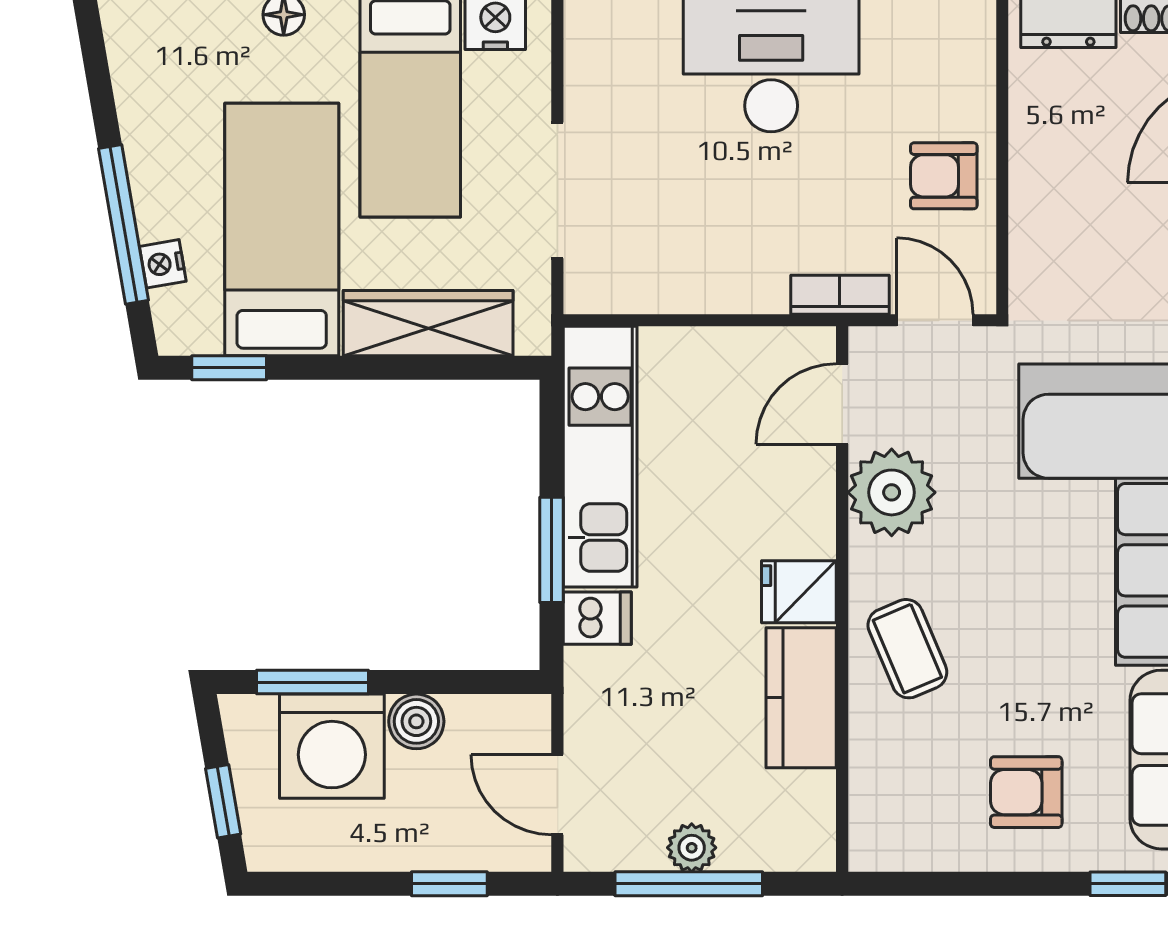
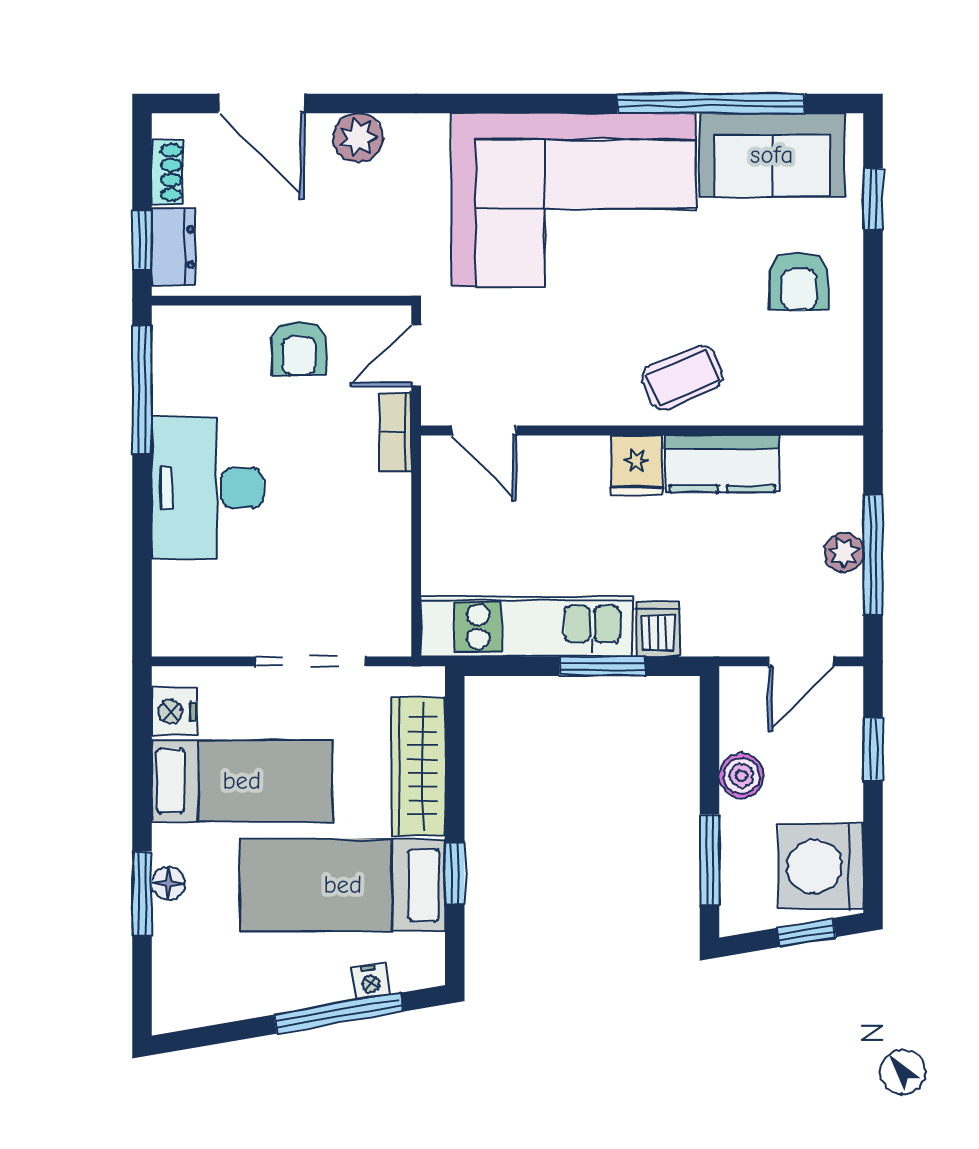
window: (229, 368) -> (455, 874), moved
plant: (892, 492) -> (556, 390), removed
washing machine: (332, 746) -> (821, 866), moved, turned 180

